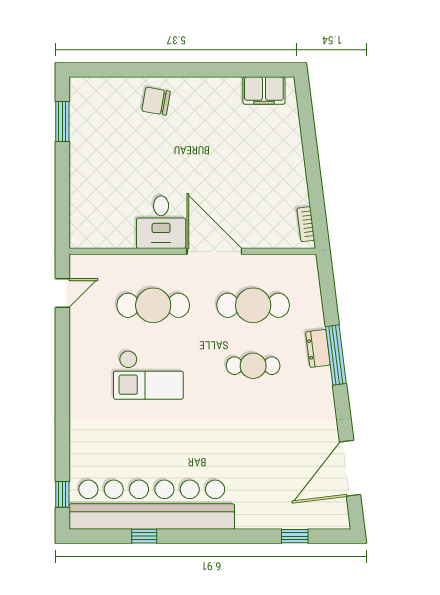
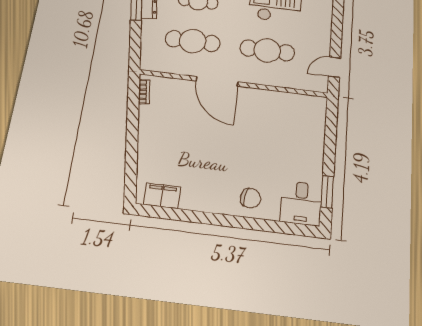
desk: (161, 222) -> (301, 203), moved, turned 180

